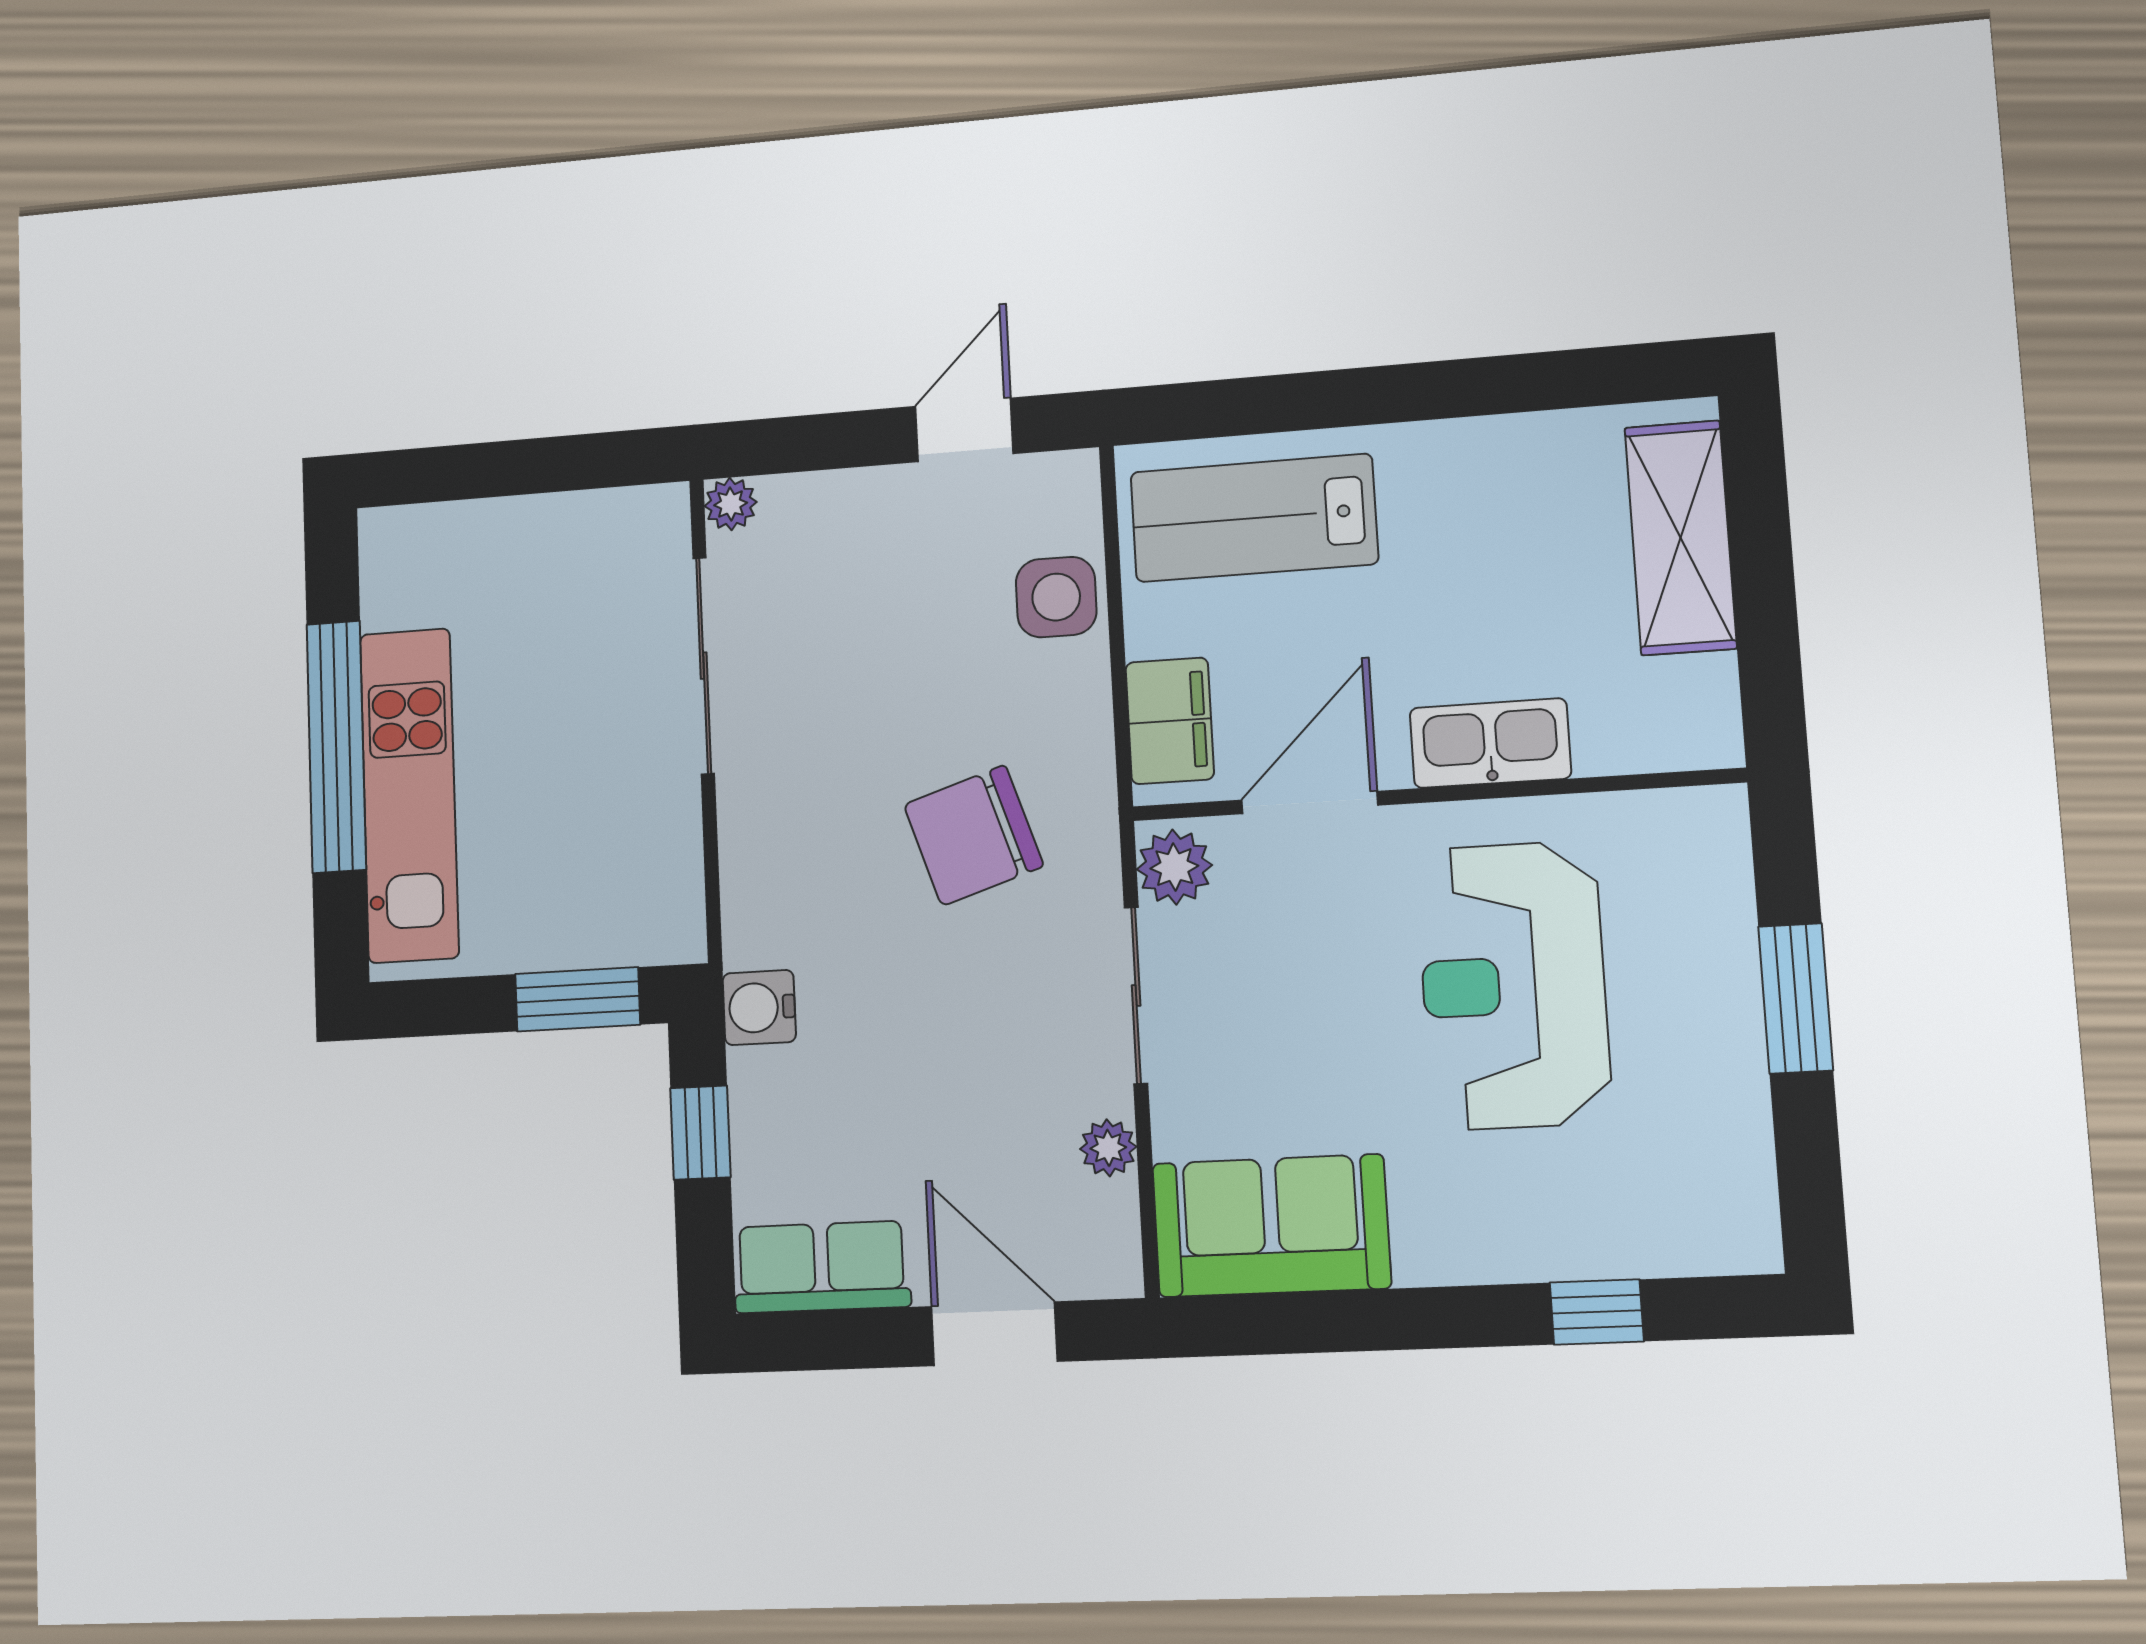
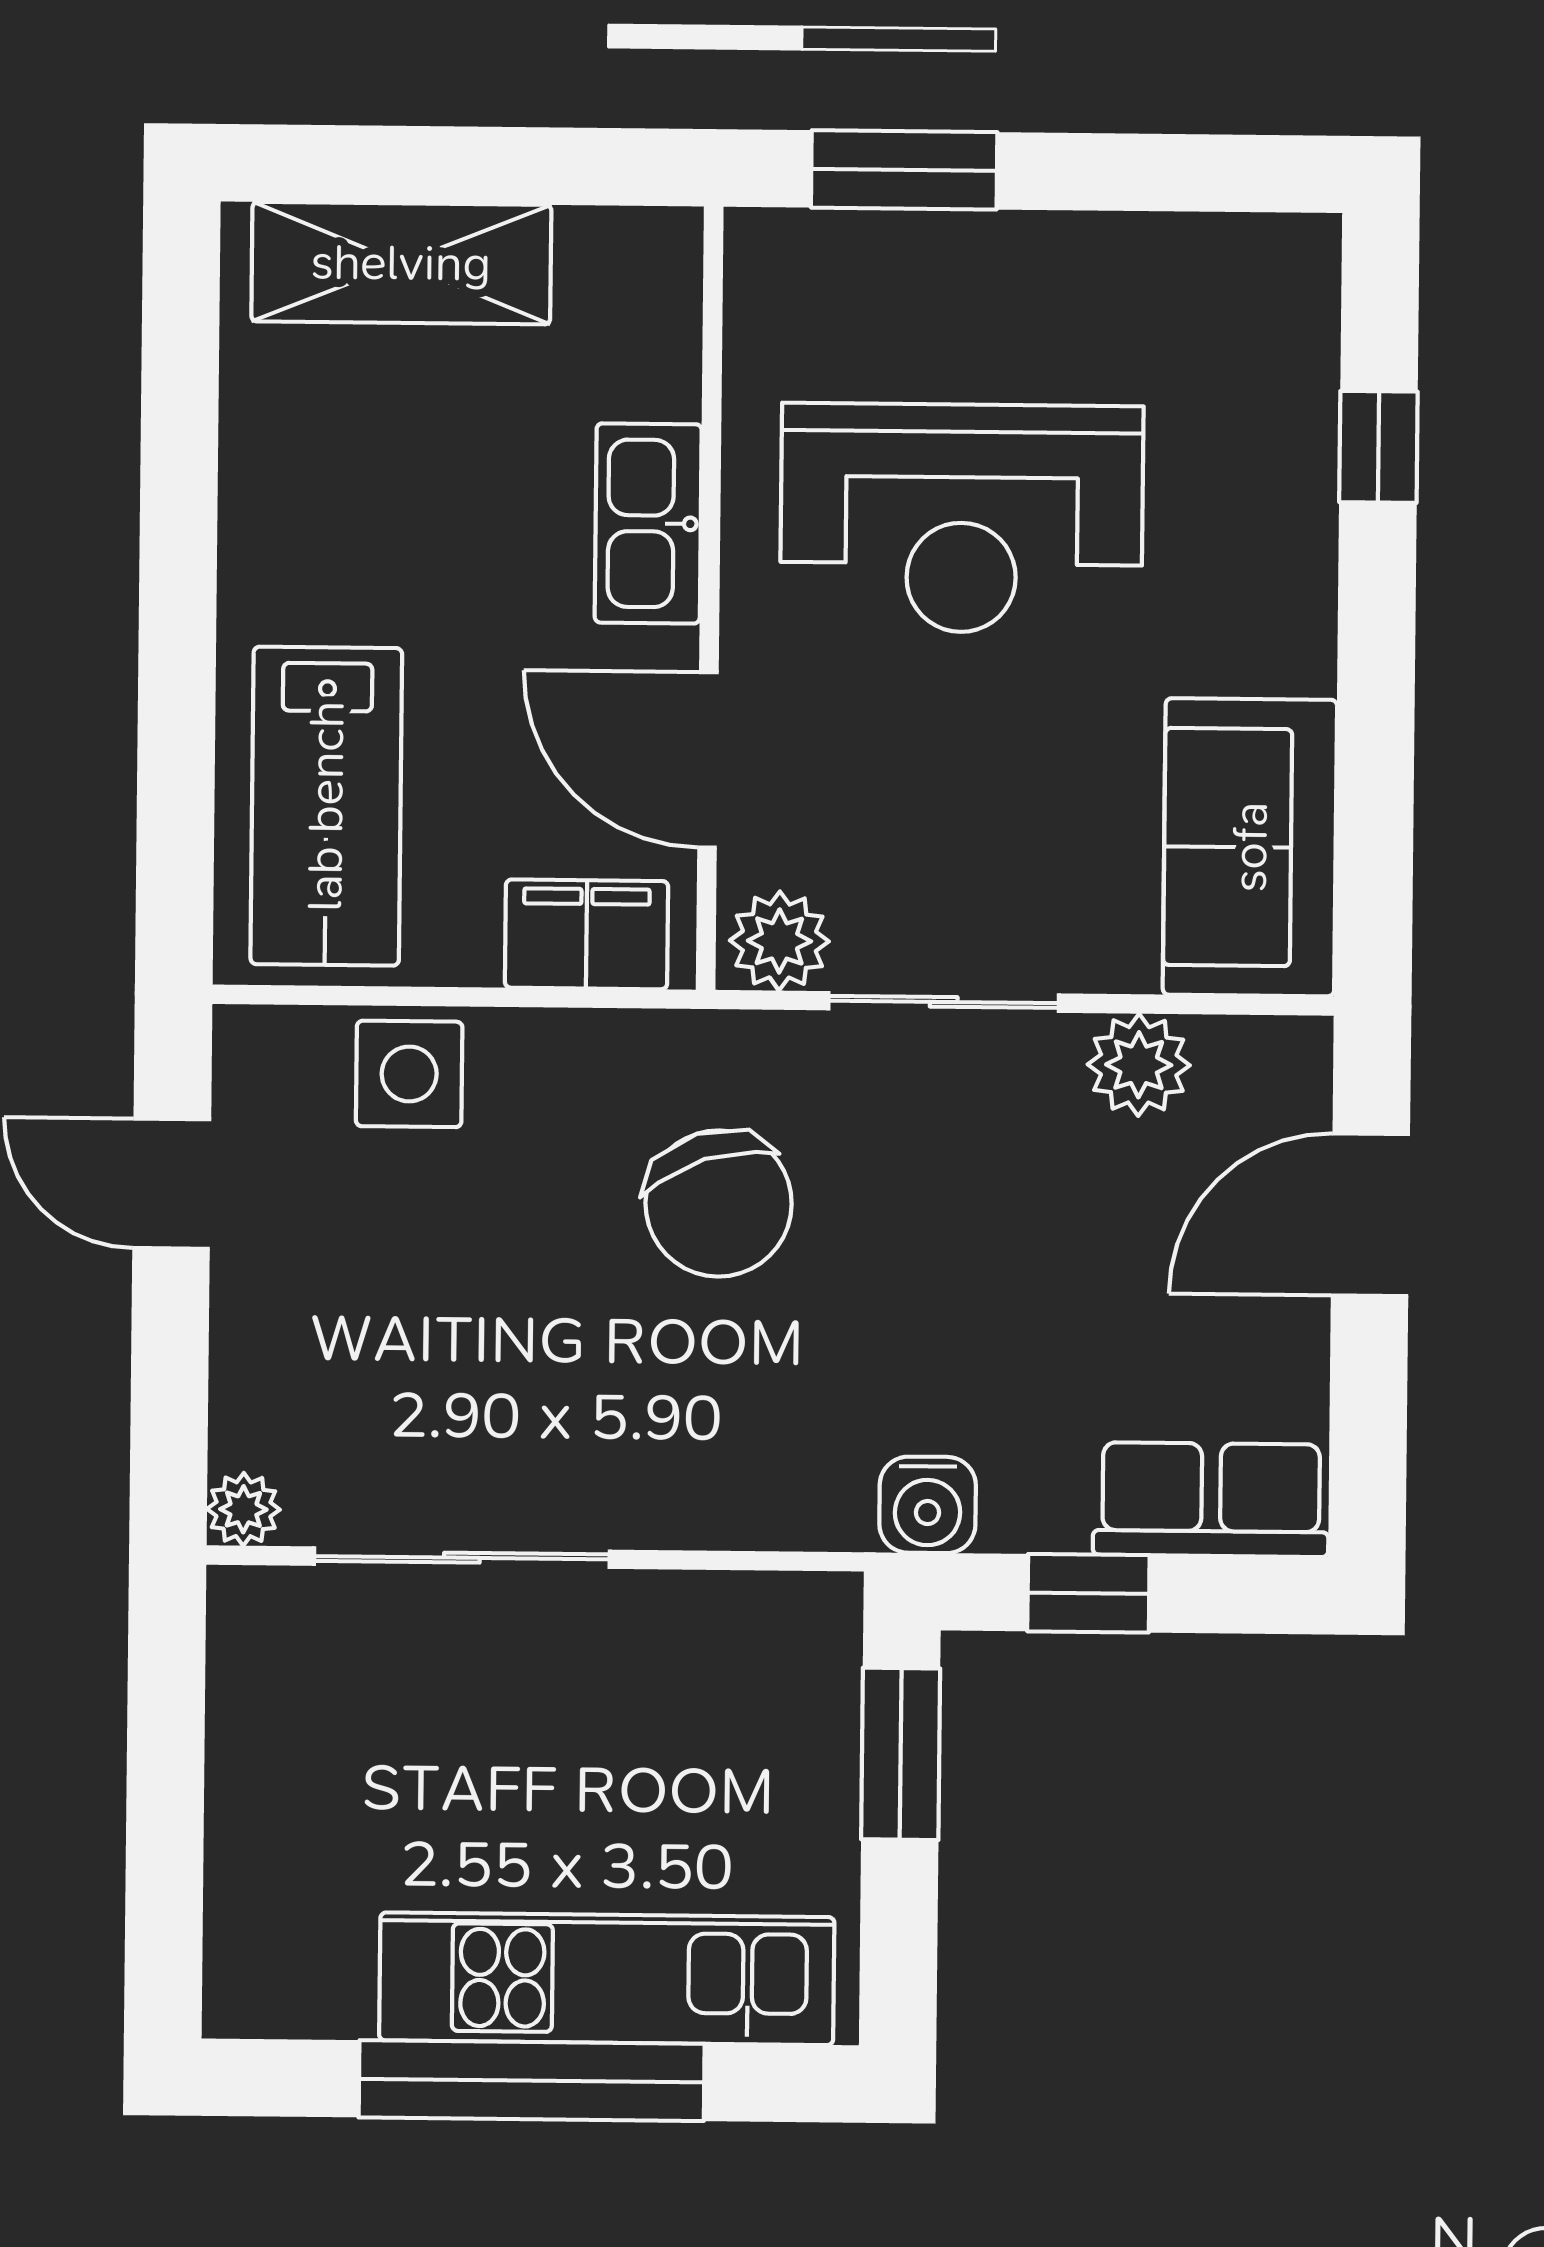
window: (1796, 998) -> (904, 170), moved
plant: (1108, 1148) -> (1139, 1065), width x1.38, depth x1.38
row of seats: (821, 1267) -> (1211, 1500), moved, turned 90

